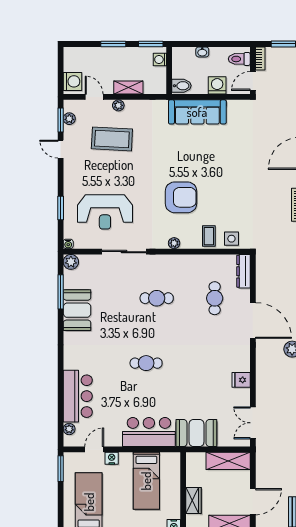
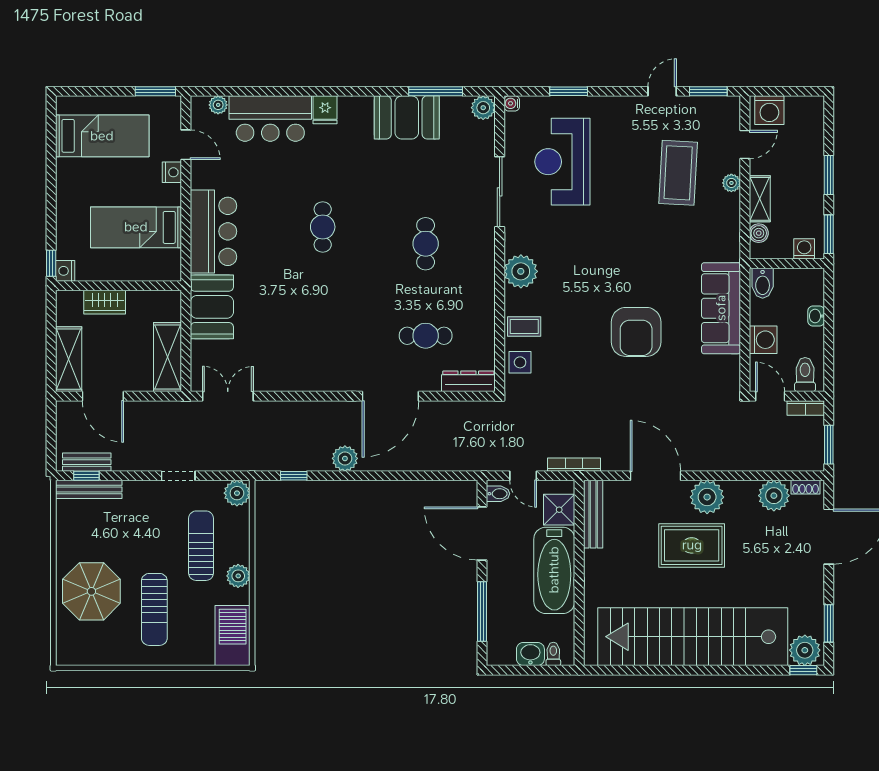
boiler: (150, 88) -> (759, 233), added
plant: (69, 119) -> (710, 105), removed
armchair: (181, 197) -> (636, 332), moved
plant: (174, 243) -> (521, 271), width x1.87, depth x1.87
fridge: (241, 380) -> (325, 110), moved, turned 180

